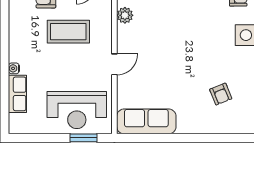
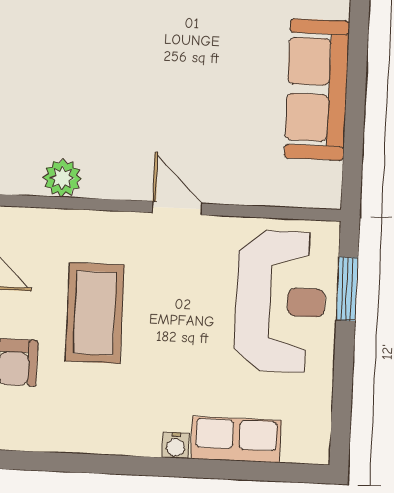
sofa: (146, 121) -> (317, 90), moved

